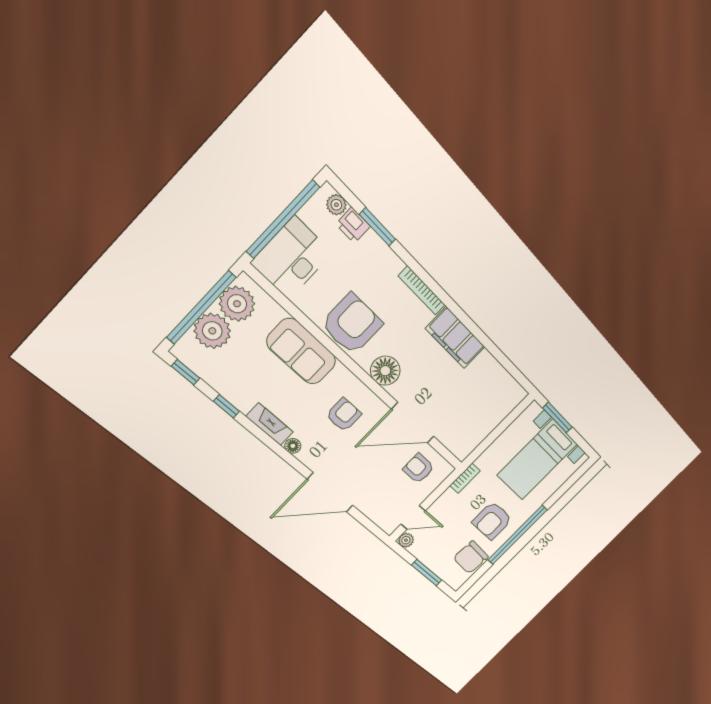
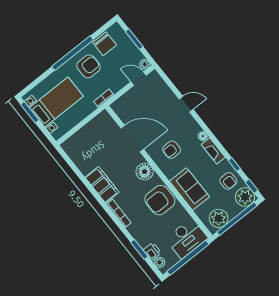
plant: (212, 331) -> (245, 197), moved
window: (558, 417) -> (30, 112), moved
armchair: (419, 468) -> (228, 181), moved
door: (330, 492) -> (186, 104), width x0.53
chair: (471, 557) -> (105, 44), turned 86

